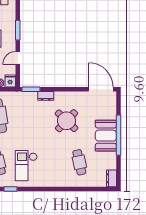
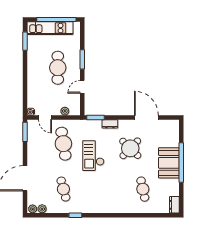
fridge: (10, 81) -> (75, 109), removed
door: (101, 89) -> (146, 117), moved
checkout: (26, 166) -> (93, 156), moved

